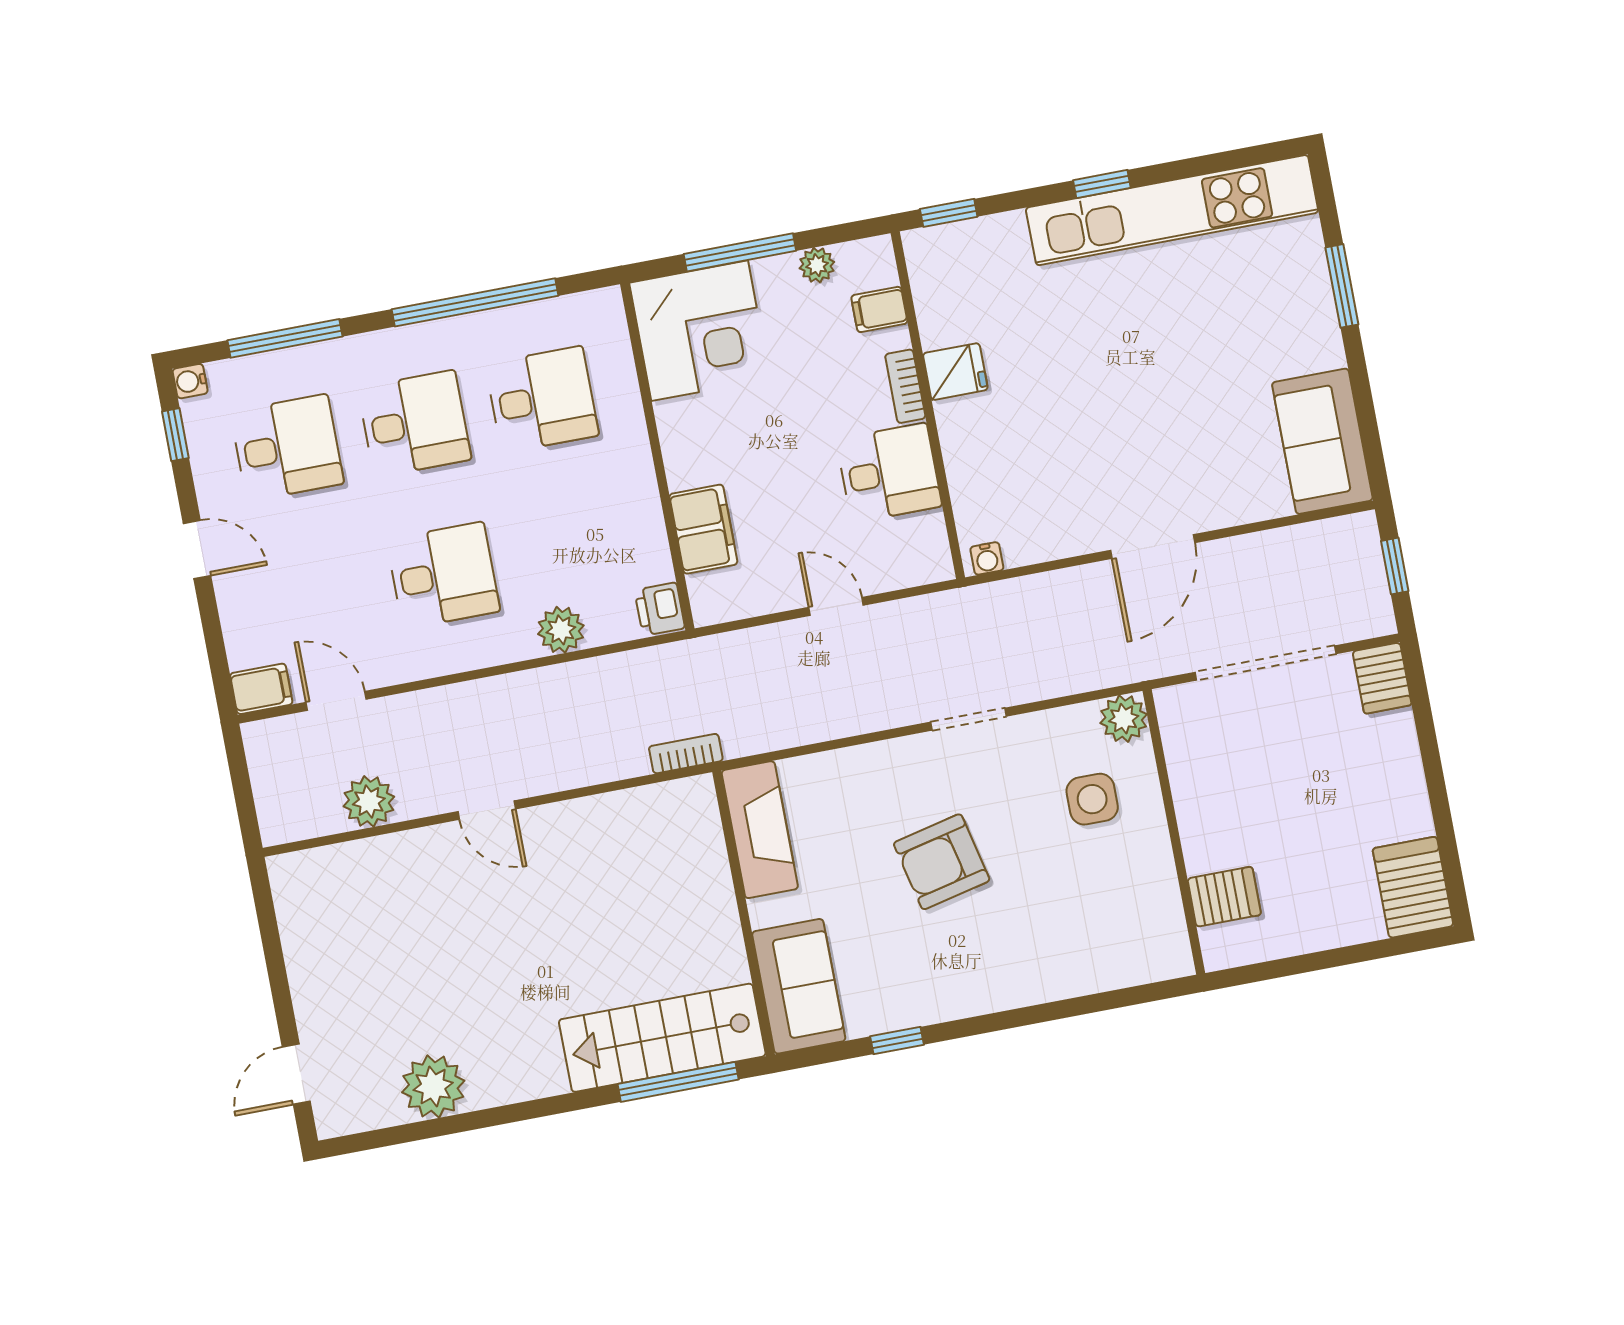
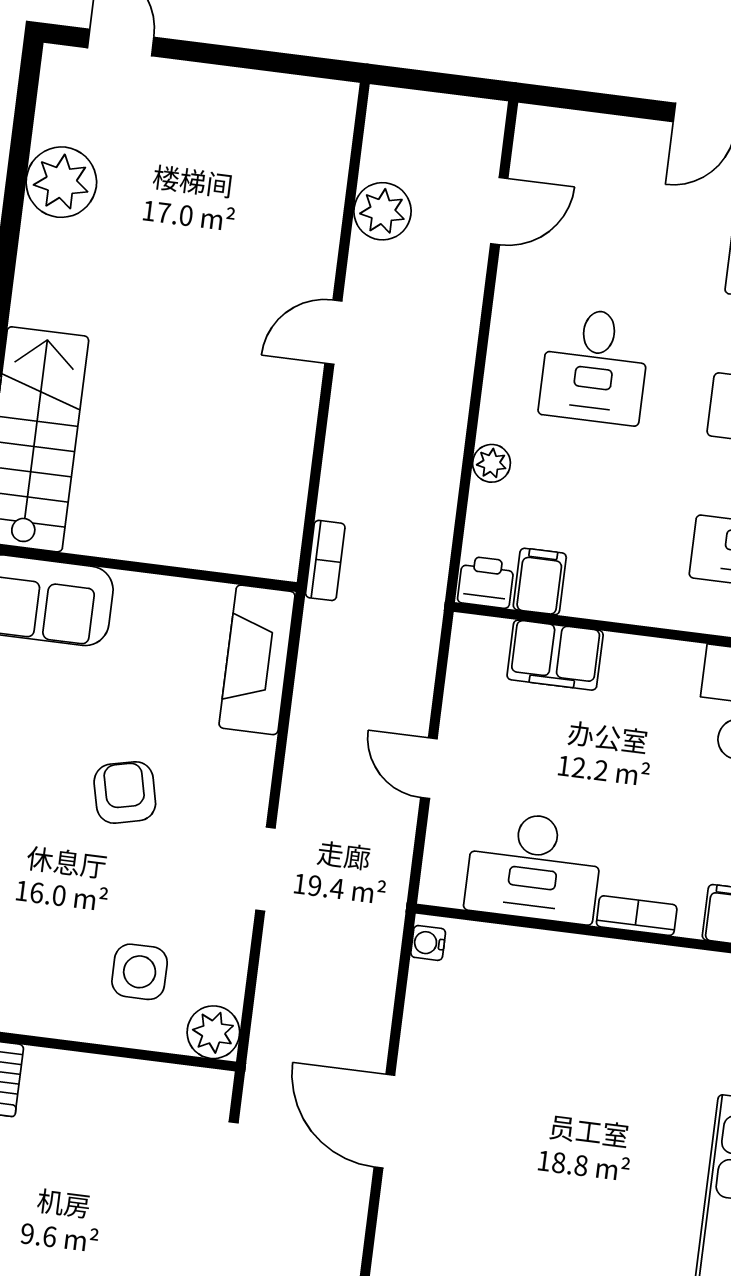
fridge: (955, 372) -> (635, 973), removed
desk: (889, 473) -> (534, 867), width x1.37
door: (836, 606) -> (429, 768), swing flipped
plant: (561, 630) -> (492, 463), width x0.73, depth x0.73
filing cabinet: (261, 689) -> (540, 581), moved, turned 180
fireplace: (760, 830) -> (257, 660), moved, turned 90
armchair: (942, 862) -> (125, 792), width x0.72, depth x0.72

